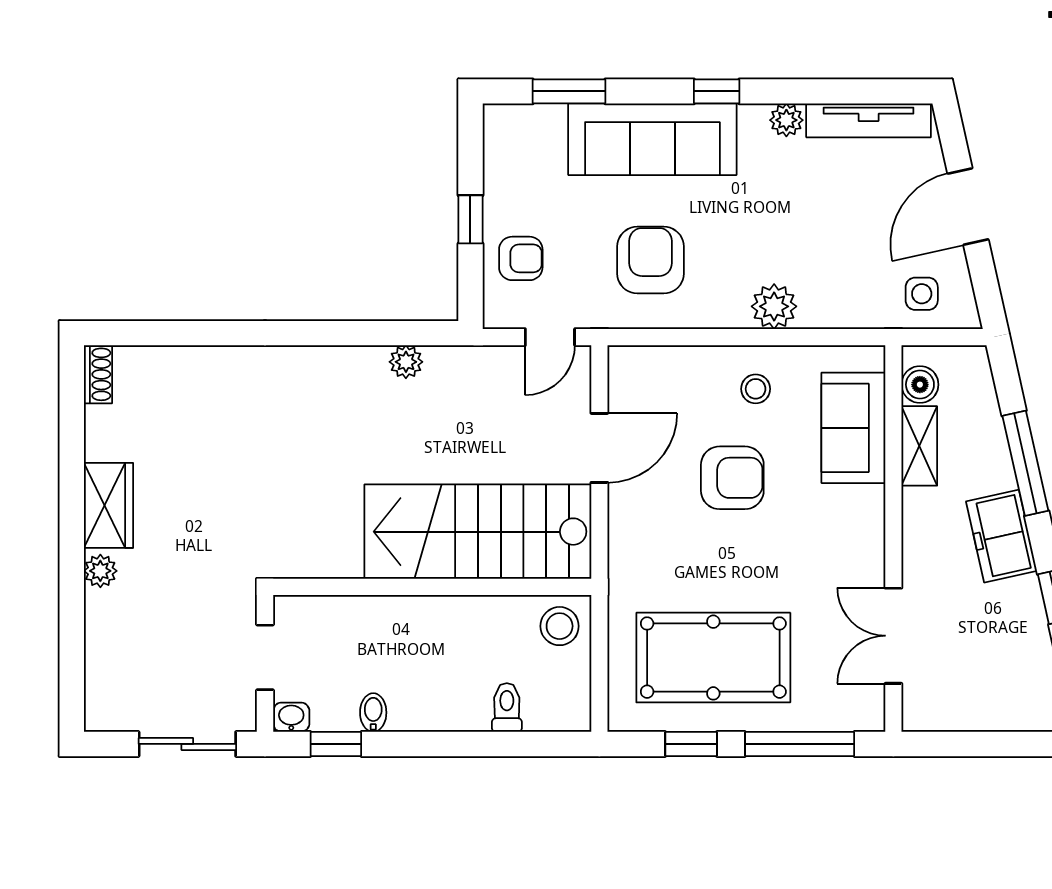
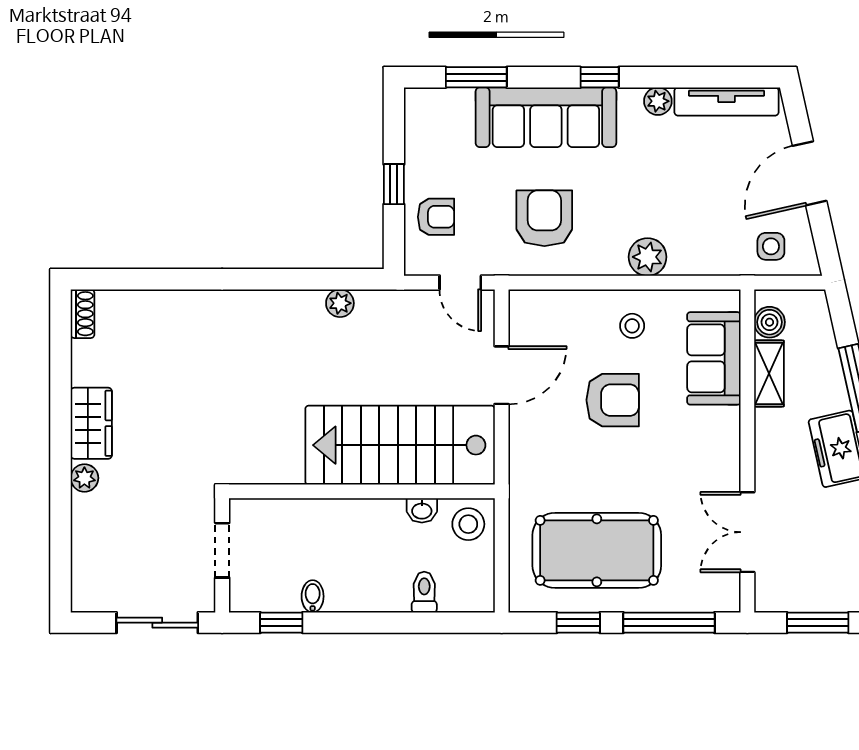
door: (550, 337) -> (460, 283), hinge flipped
washbasin: (291, 717) -> (422, 510), moved, turned 180
window: (978, 744) -> (818, 623), added

